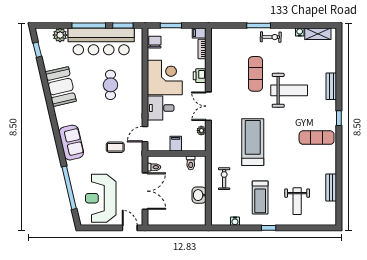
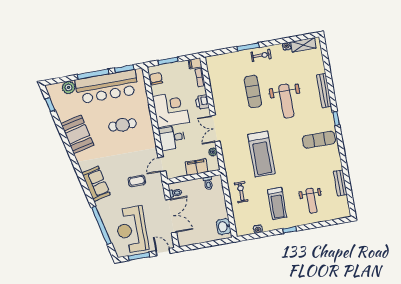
cafe table: (110, 85) -> (122, 125), turned 90
bench: (331, 86) -> (324, 91), width x1.36
weight bench: (289, 90) -> (286, 101), turned 90
treadmill: (253, 142) -> (261, 154), turned 180
filing cabinet: (176, 144) -> (197, 167), width x2.00
washbasin: (199, 195) -> (224, 227), moved
window: (103, 228) -> (139, 256), added

